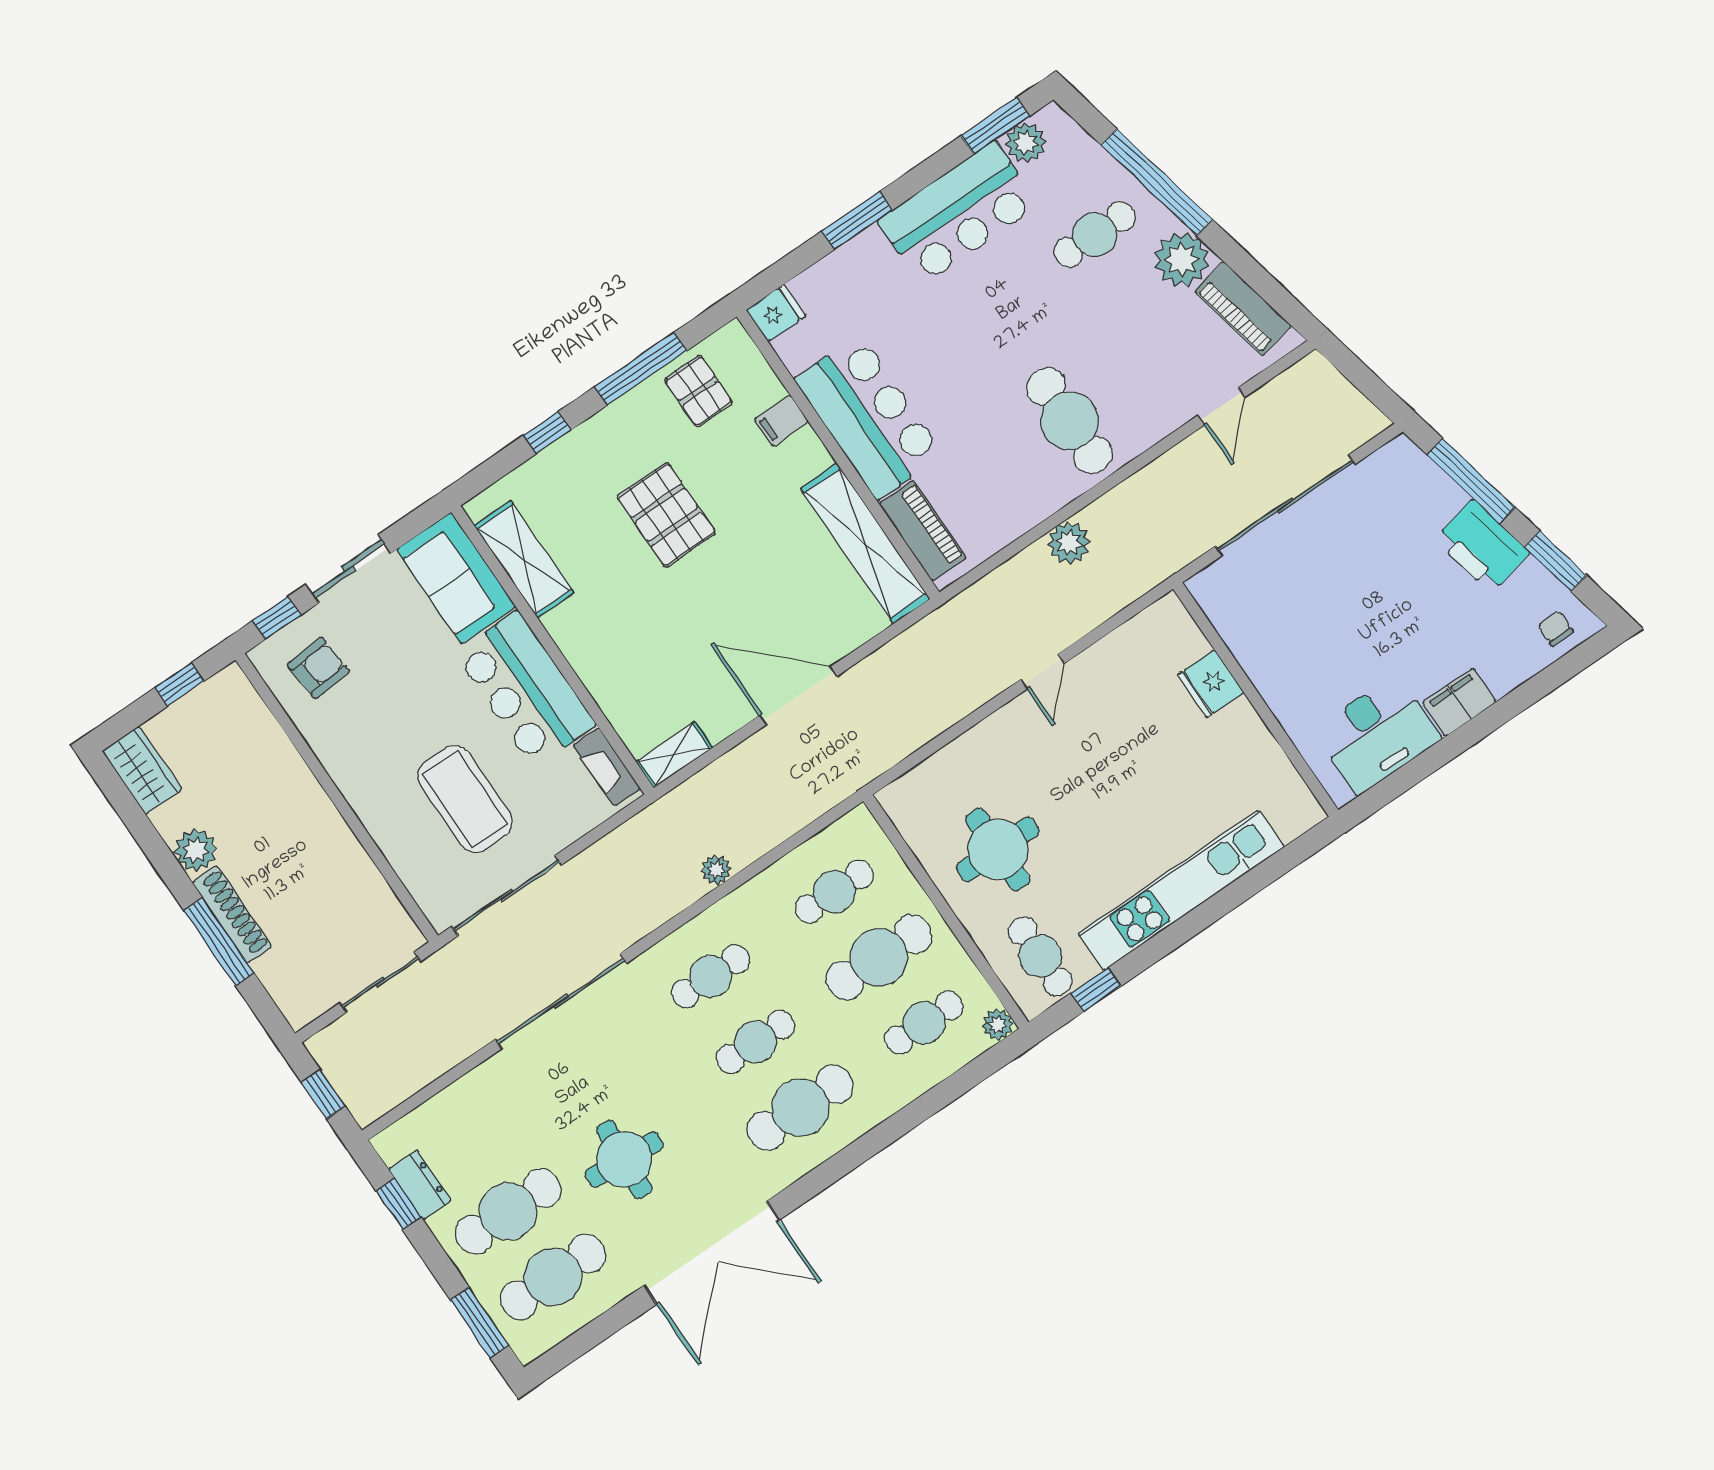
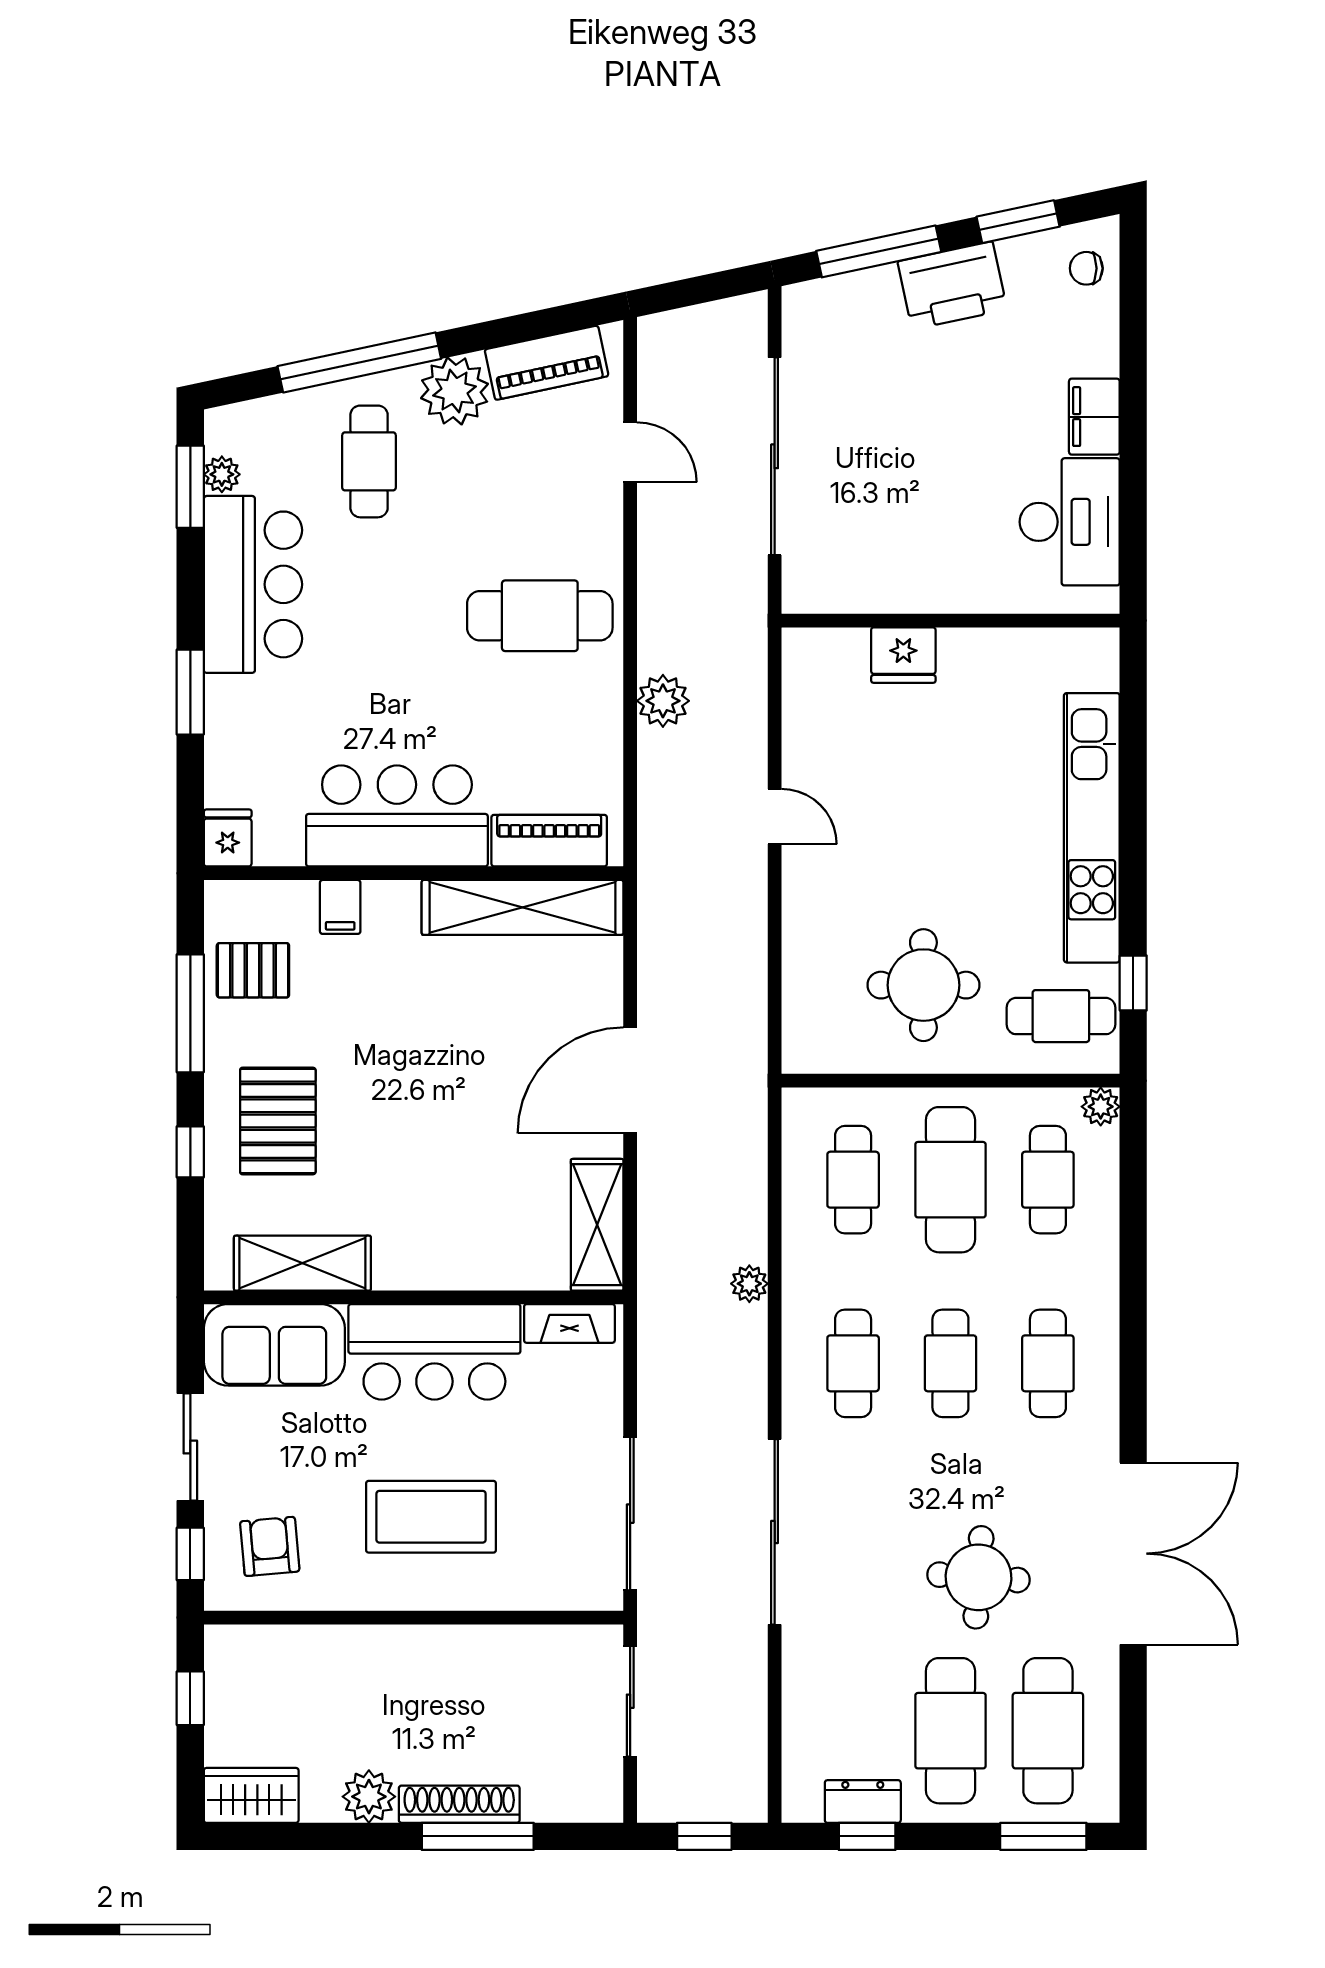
plant: (1026, 143) -> (222, 474), width x0.73, depth x0.73
pallet: (666, 515) -> (278, 1121), moved, turned 90
shelving: (674, 755) -> (597, 1225), width x1.50, depth x1.33
coffee table: (465, 799) -> (431, 1517), moved
cafe table: (800, 1108) -> (1048, 1363), width x0.73, depth x0.74

